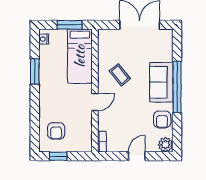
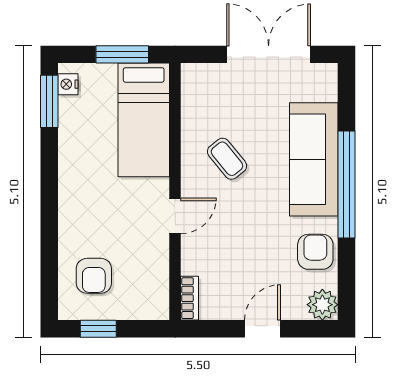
window: (35, 71) -> (49, 101), moved
sofa: (161, 82) -> (314, 159), width x1.36
armchair: (162, 119) -> (315, 252), turned 180

